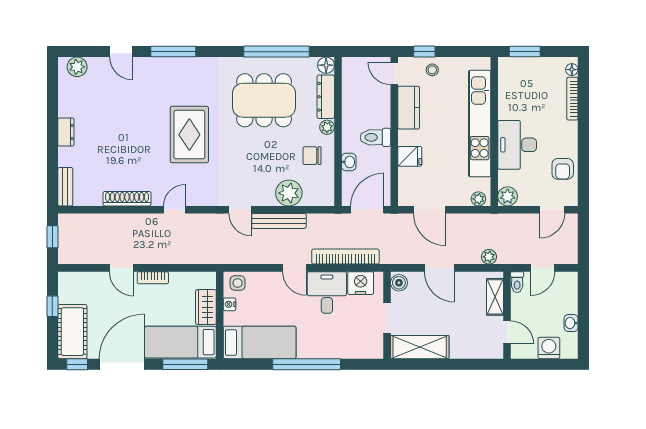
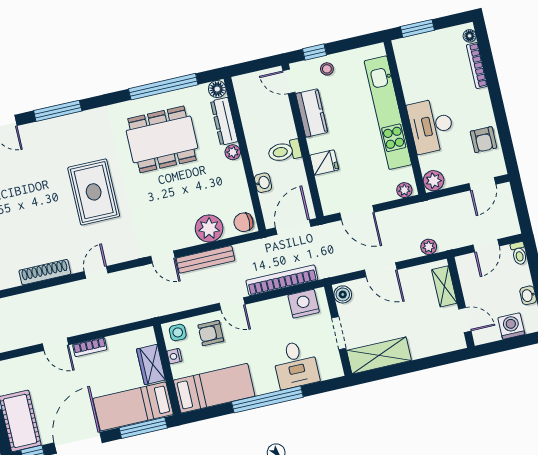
chair: (312, 156) -> (244, 222), moved
toilet: (517, 282) -> (519, 253), moved
armchair: (268, 291) -> (211, 333), added
desk: (327, 292) -> (296, 364), moved, turned 180

